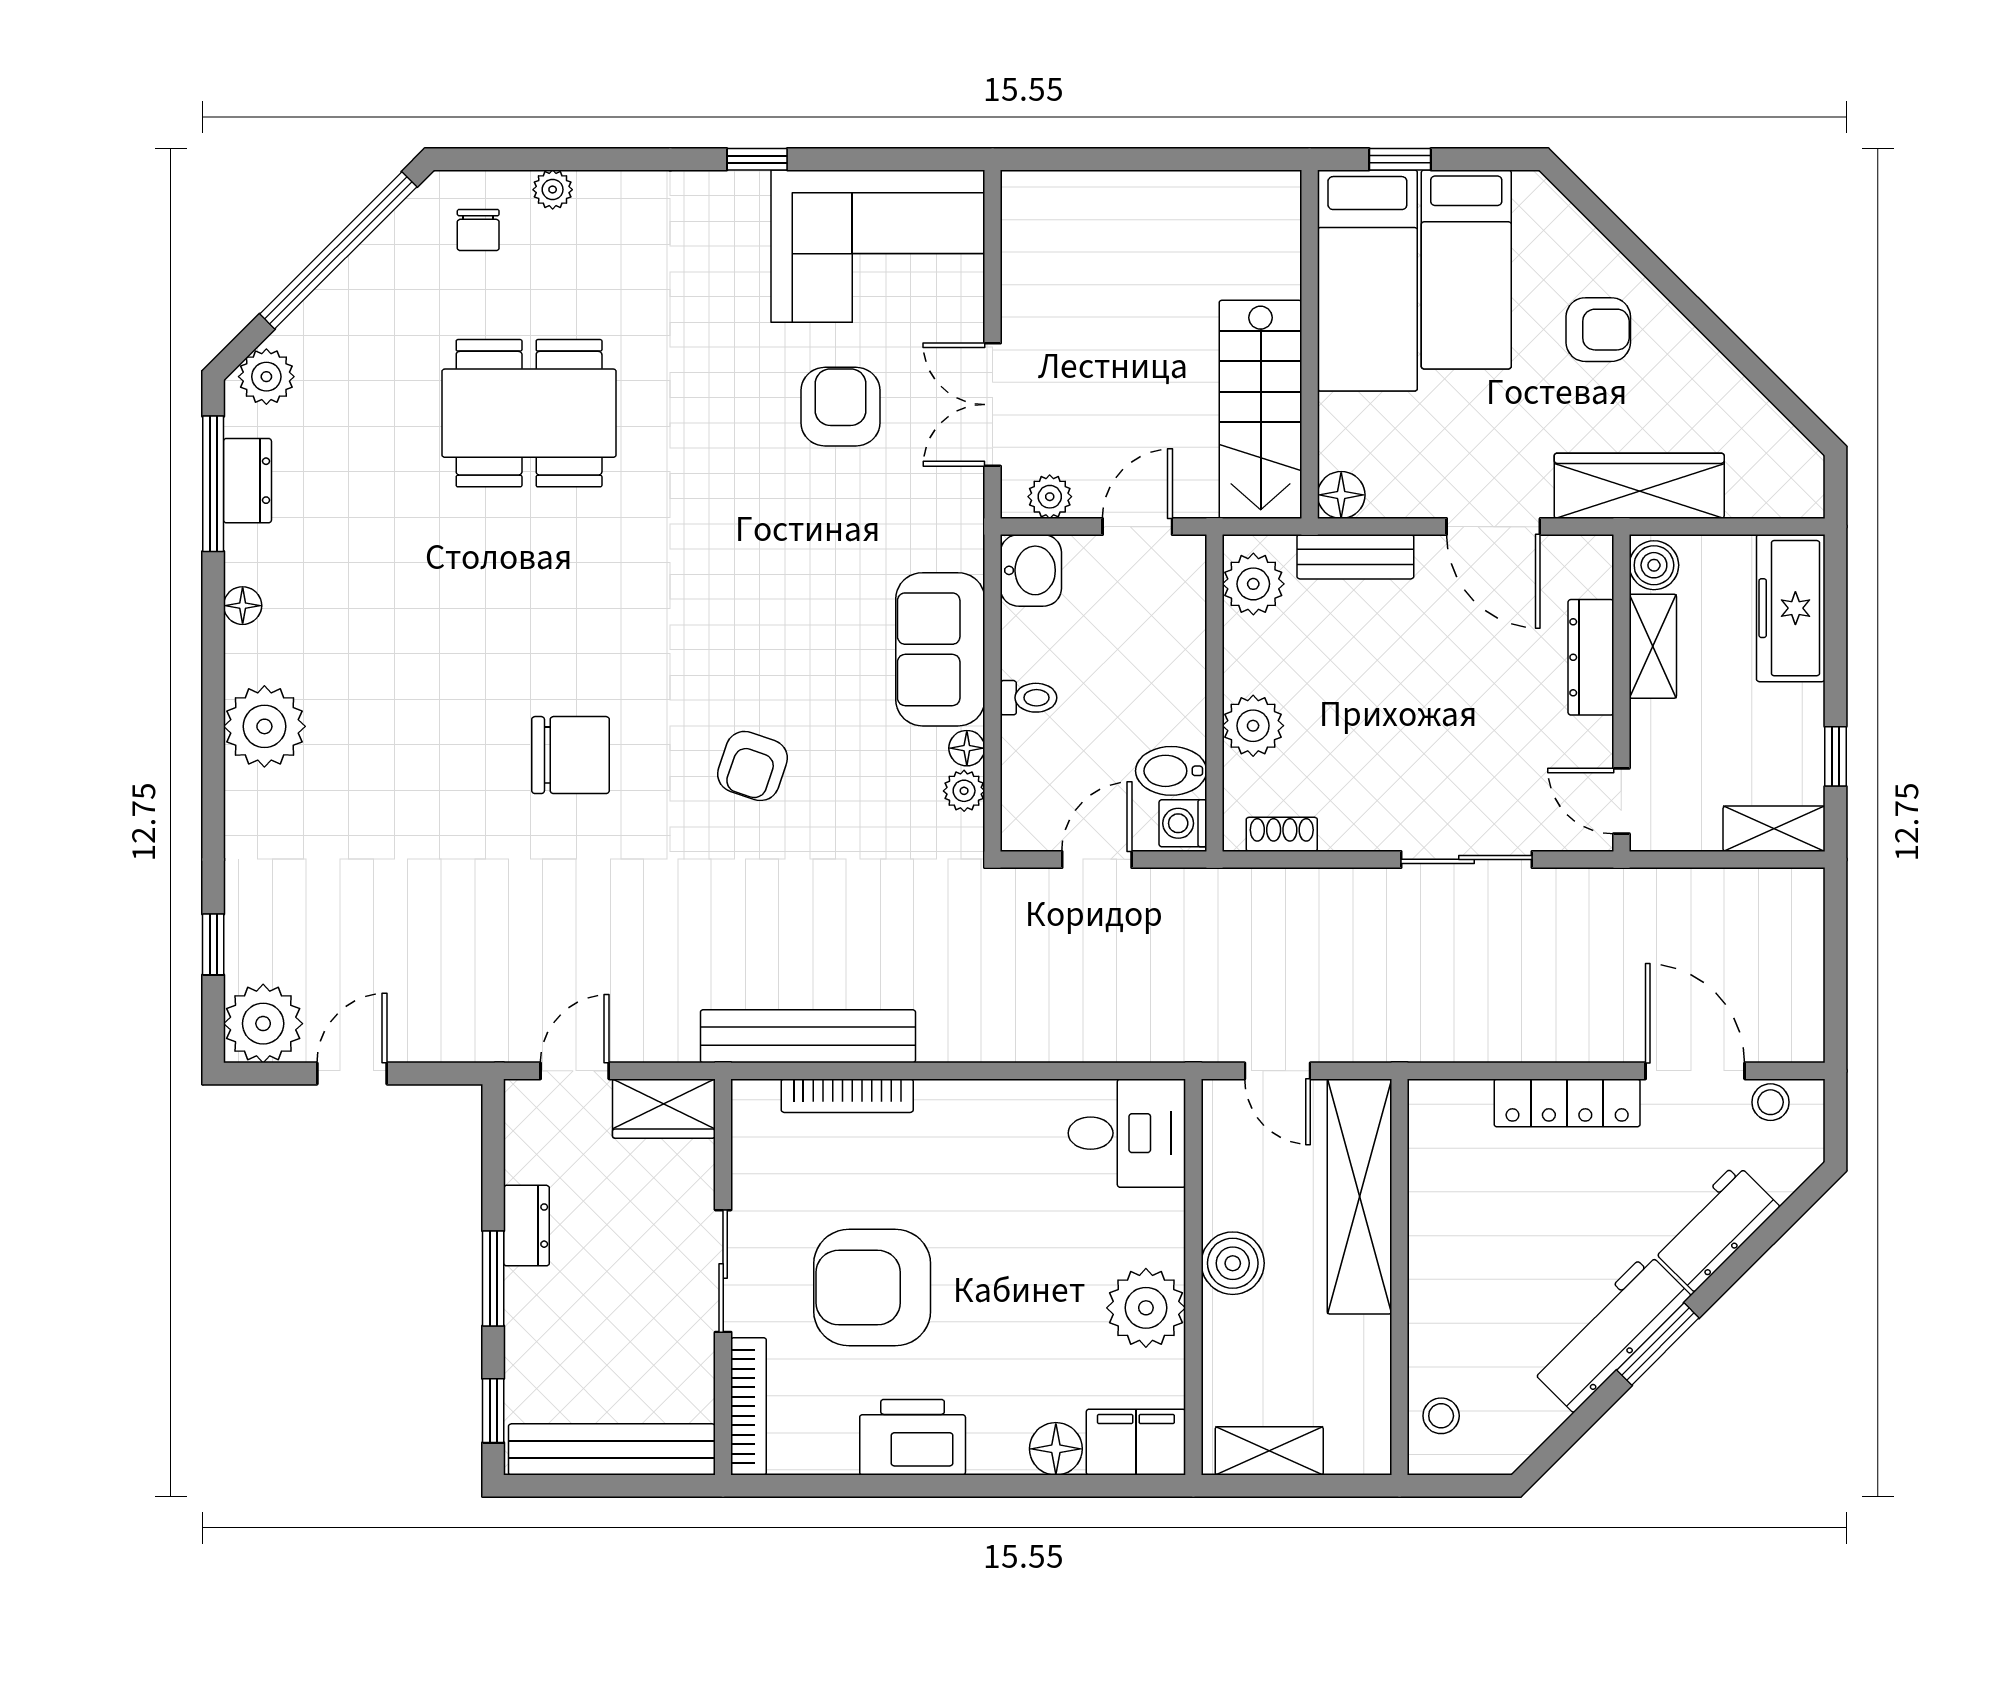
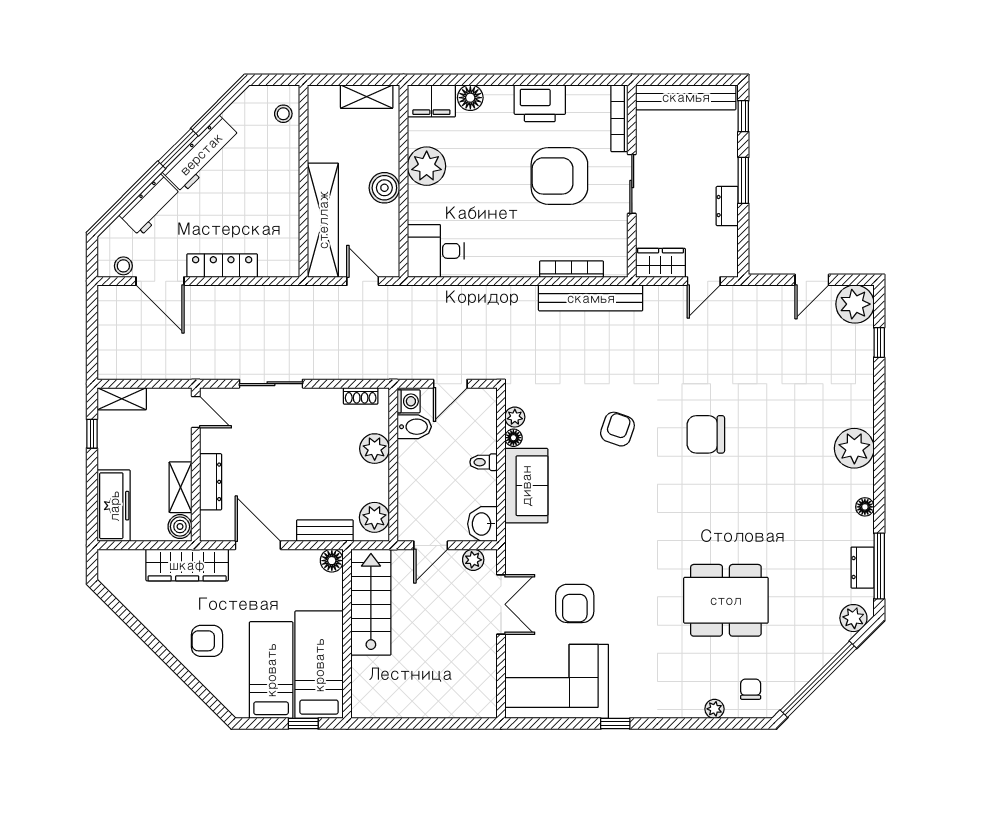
armchair: (872, 1288) -> (559, 176), turned 180

